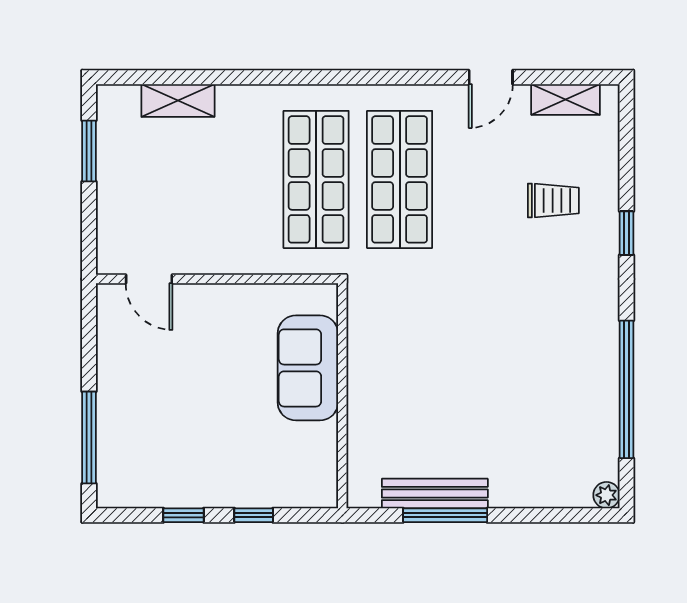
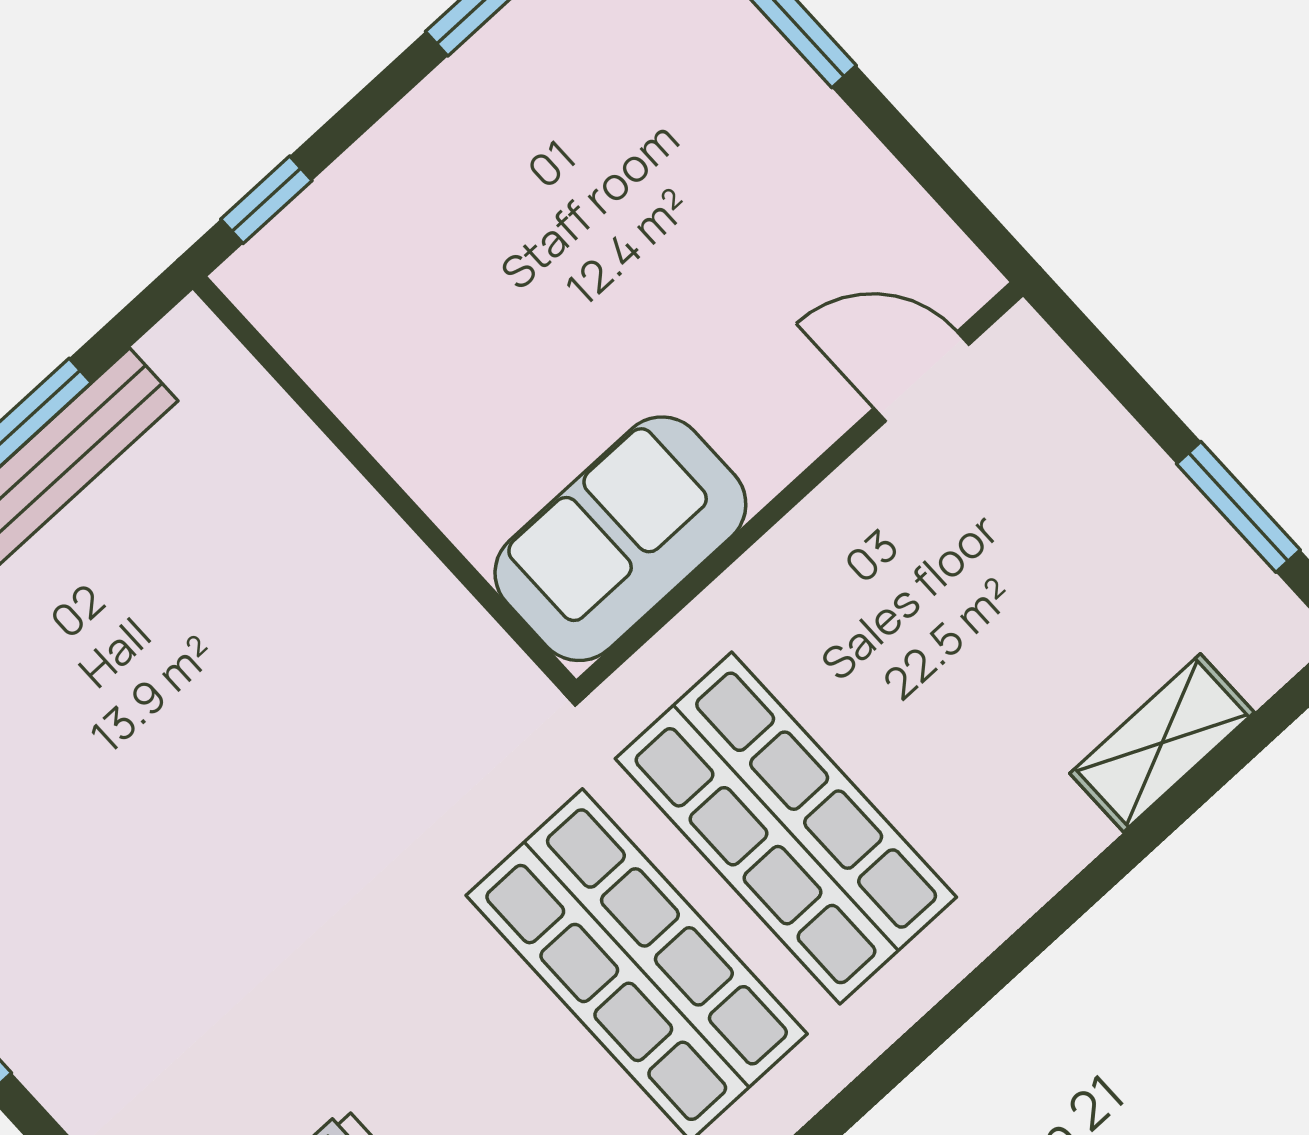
sofa: (308, 368) -> (620, 539), moved, turned -90
window: (254, 515) -> (266, 200), moved

